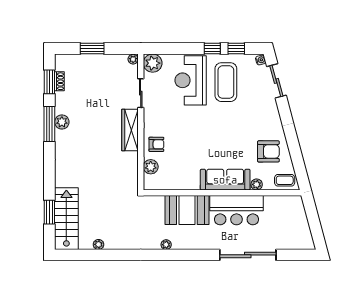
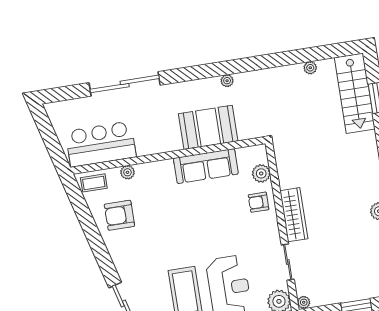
sofa: (225, 180) -> (206, 166), moved
bar counter: (237, 210) -> (101, 144), moved

